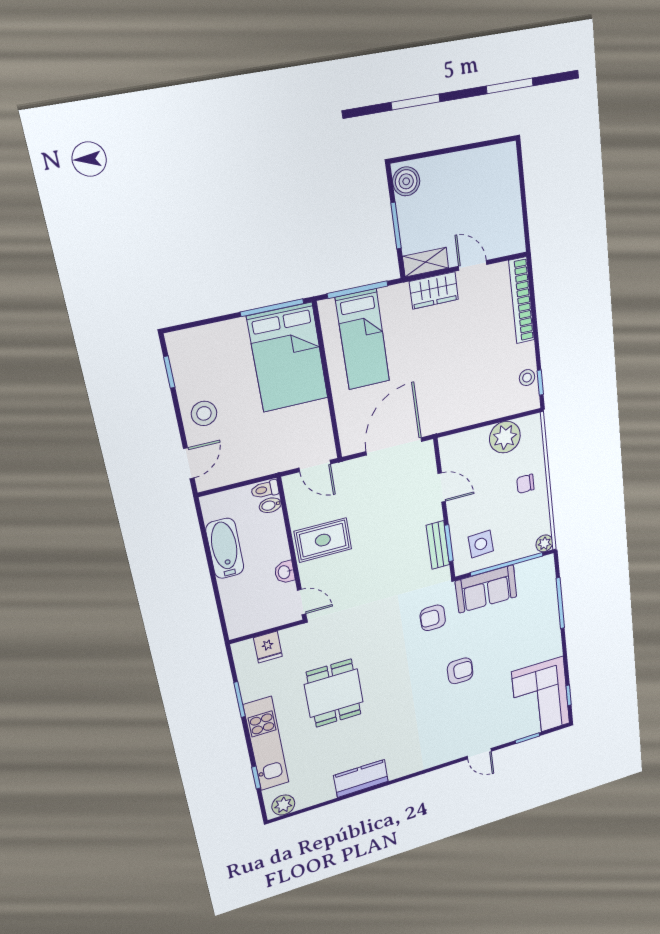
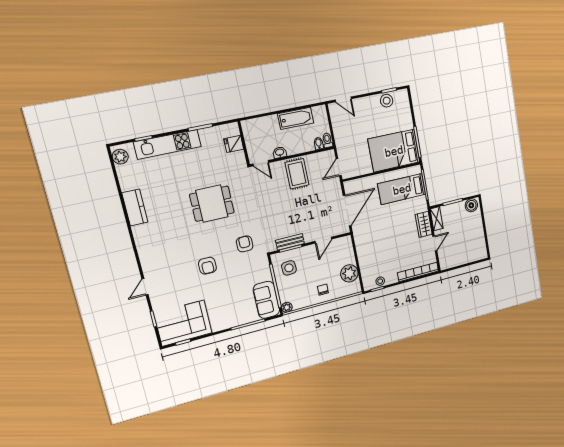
stool: (204, 413) -> (387, 101), moved
door: (394, 446) -> (347, 211), hinge flipped
sofa: (486, 589) -> (266, 300), moved
door: (302, 602) -> (261, 163), hinge flipped
dining table: (334, 693) -> (212, 204), moved

